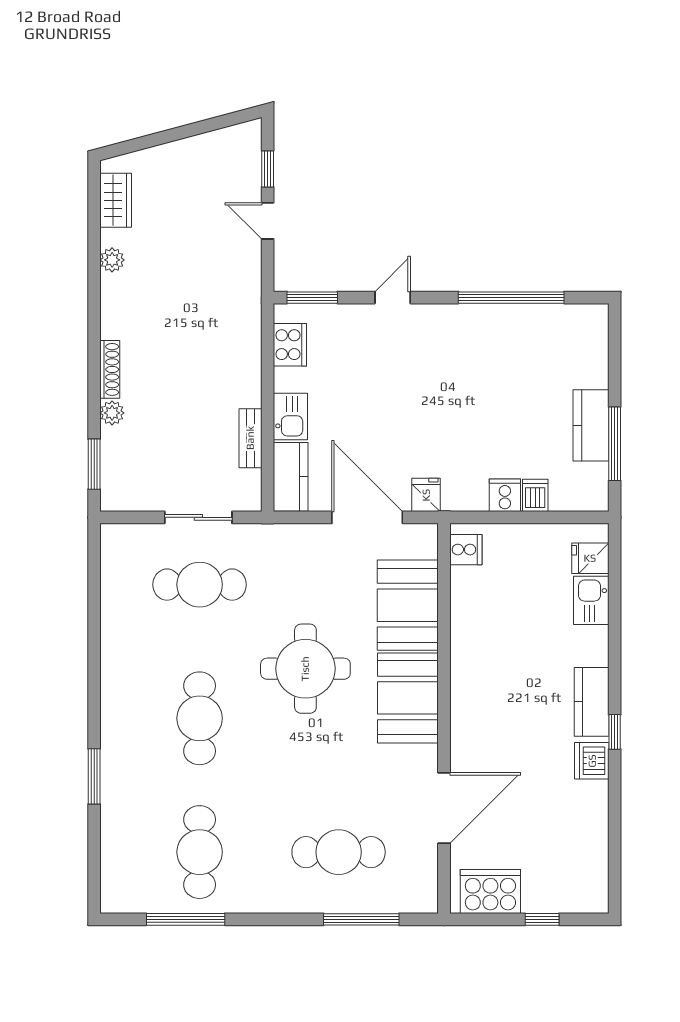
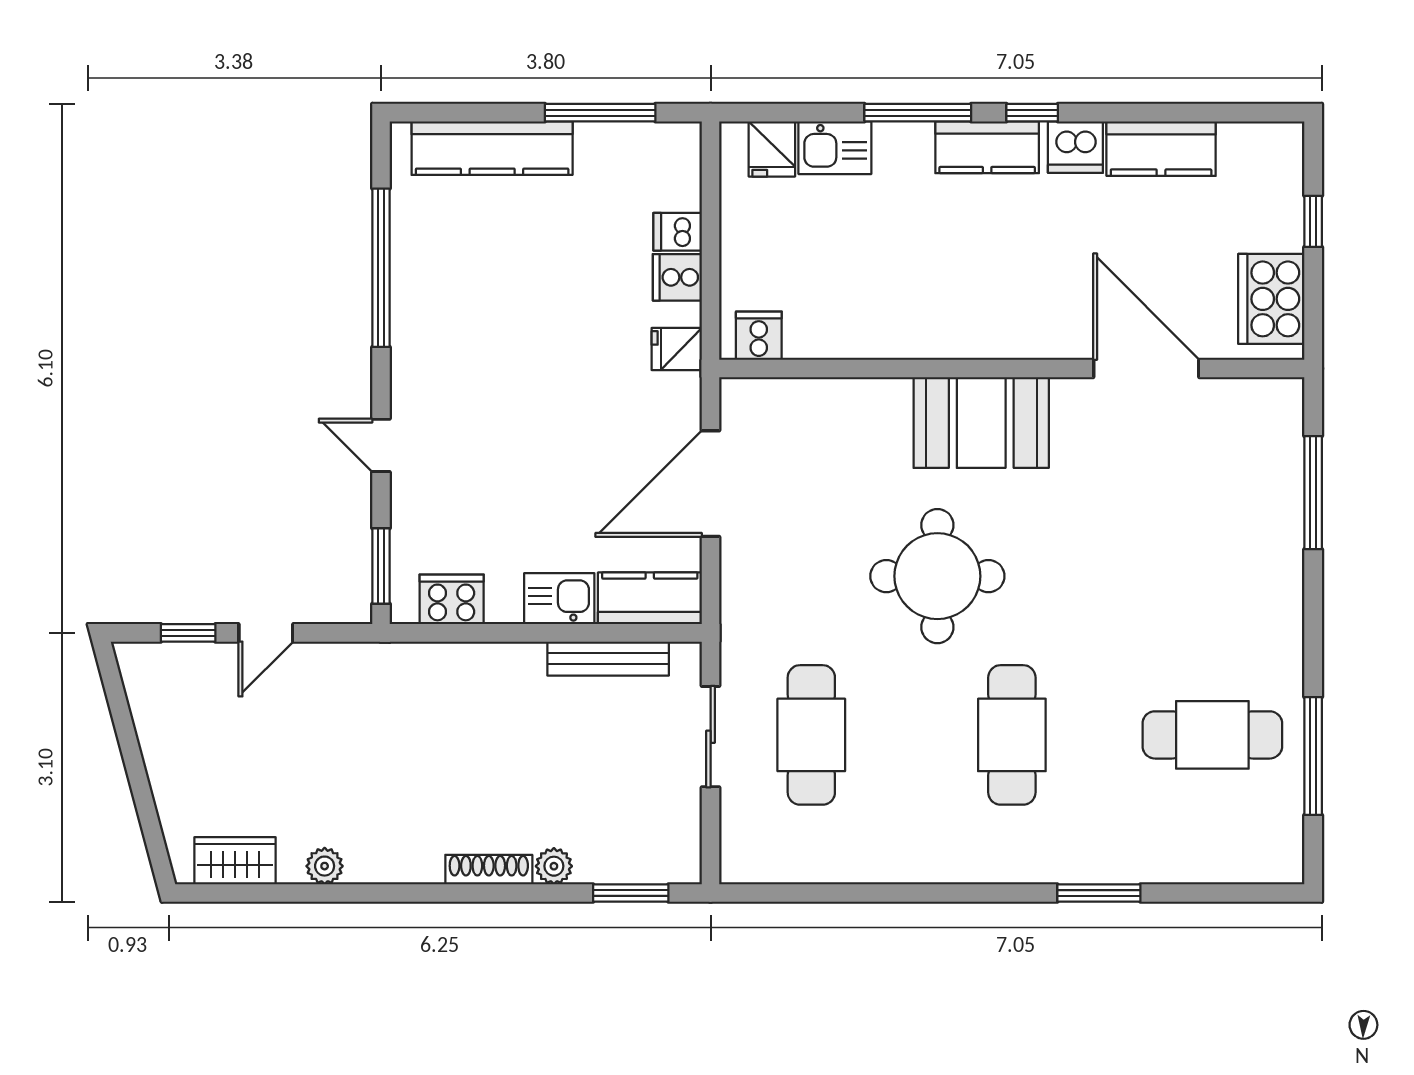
kitchen counter: (591, 425) -> (492, 148), moved, width x1.50
bench: (250, 438) -> (608, 659), width x1.36
fridge: (426, 495) -> (677, 349), moved
booth: (408, 605) -> (842, 423), removed
window: (615, 656) -> (918, 113), added
cafe table: (200, 718) -> (1012, 735), turned 90
kitchen counter: (591, 818) -> (1161, 149), added
cafe table: (339, 852) -> (1212, 527), removed

